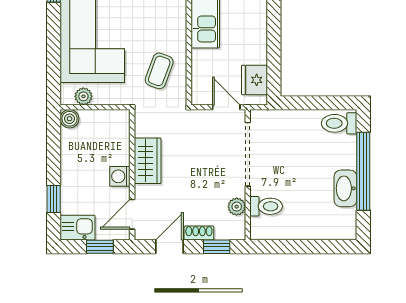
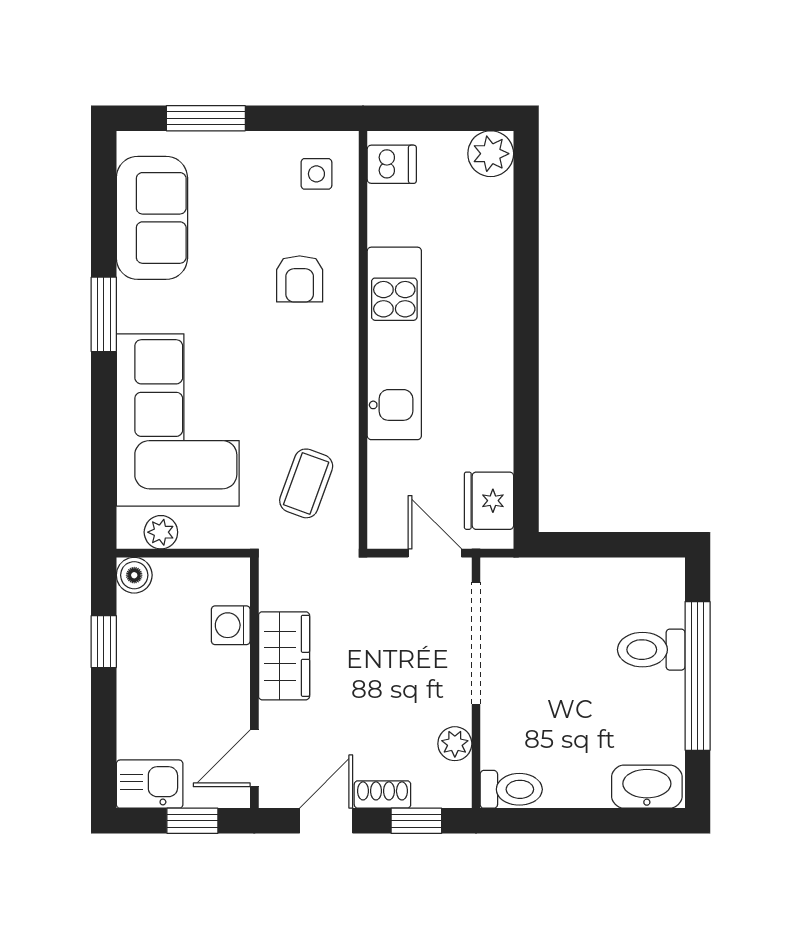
toilet: (339, 123) -> (651, 650), moved
washing machine: (120, 176) -> (231, 625), moved
washbasin: (345, 188) -> (647, 787), moved, turned 90
window: (54, 199) -> (104, 642), moved
toilet: (266, 206) -> (511, 789), moved

